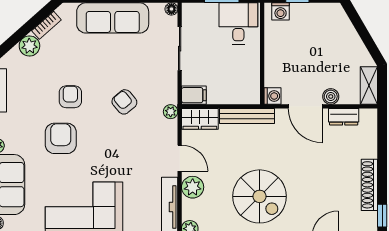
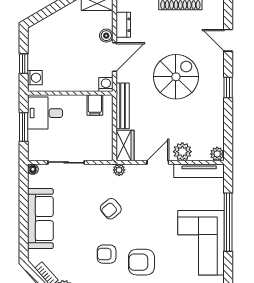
filing cabinet: (194, 95) -> (95, 105), moved, turned 180
spiral stairs: (260, 196) -> (176, 77), moved

